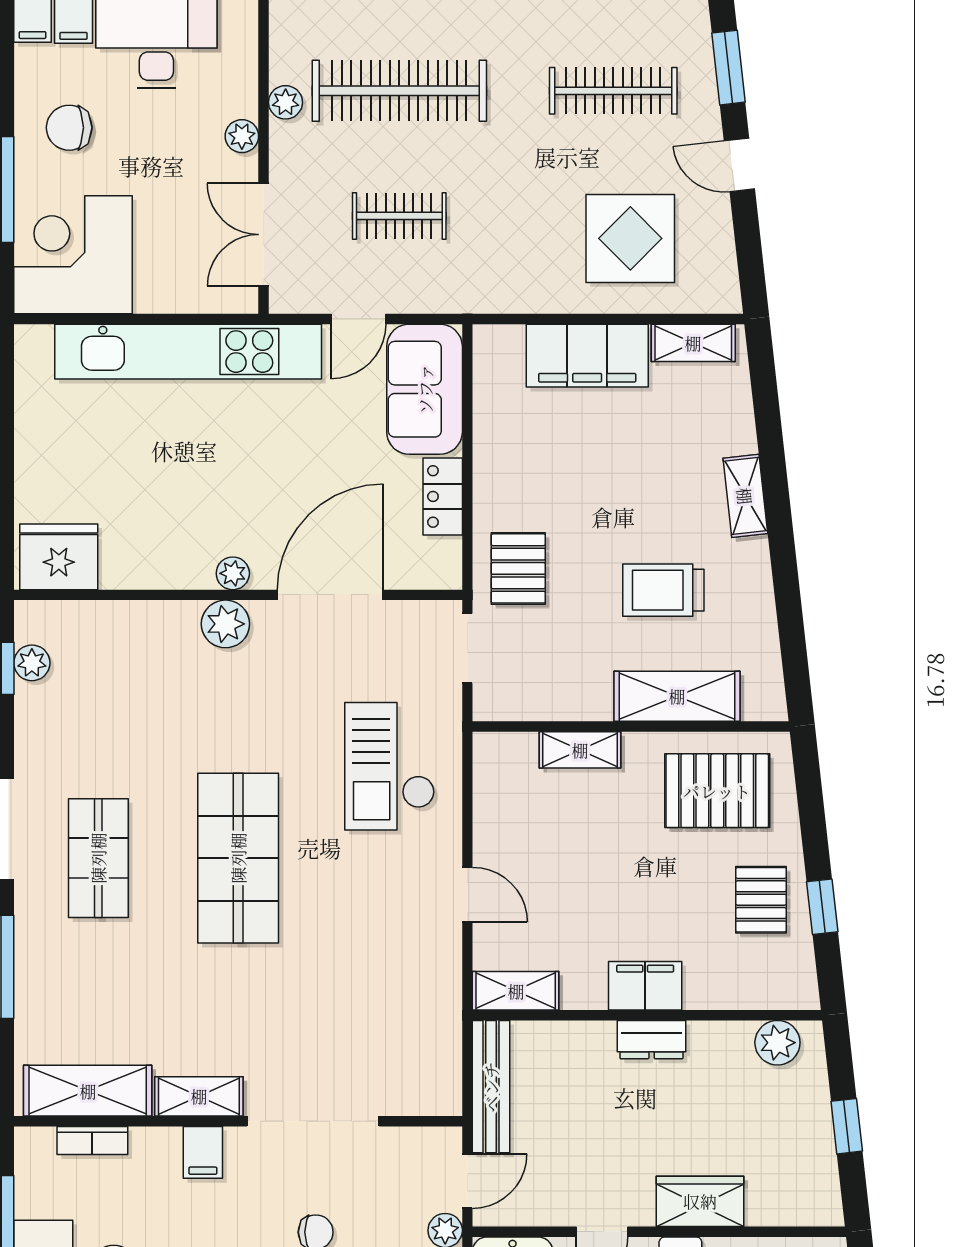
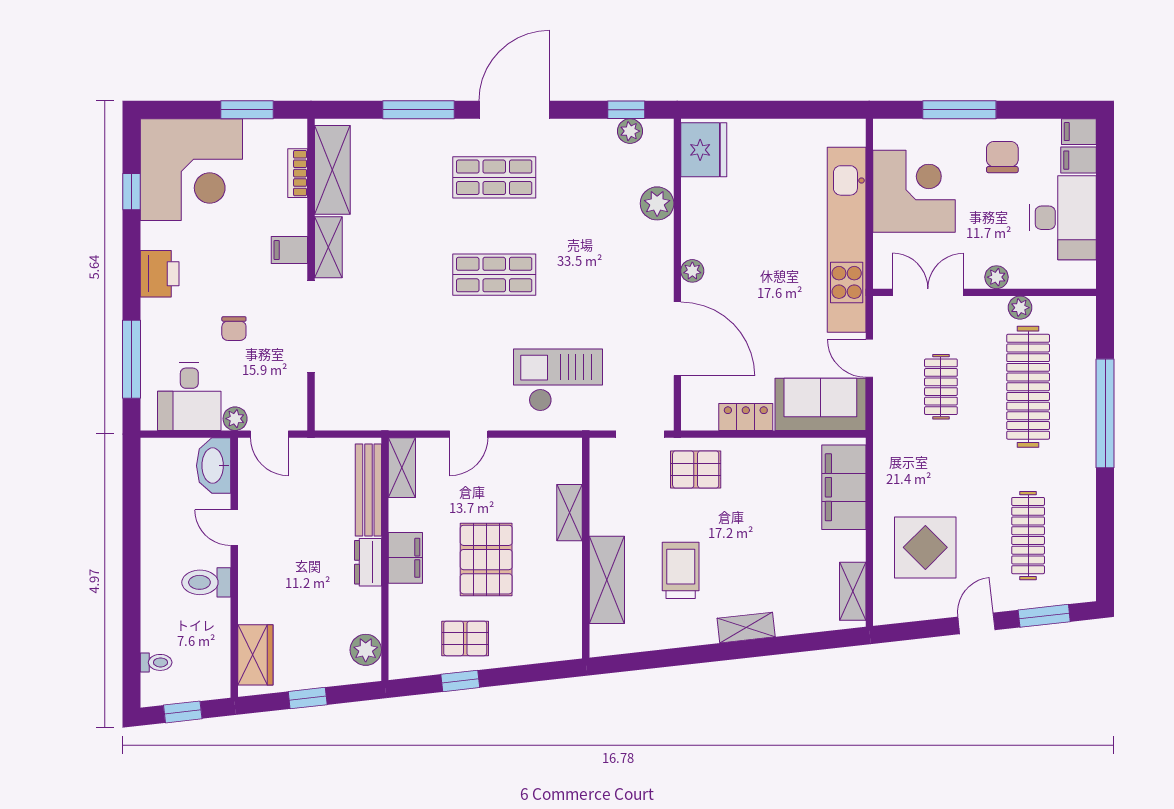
corner desk: (73, 255) -> (914, 191), moved
filing cabinet: (587, 356) -> (844, 487), moved
plant: (225, 624) -> (657, 203), moved
pallet: (717, 791) -> (486, 560), moved
shop shelf: (238, 858) -> (494, 275), width x0.70, depth x0.74
bench: (491, 1087) -> (368, 490), moved, turned 90
wardrobe: (700, 1201) -> (255, 655), moved

